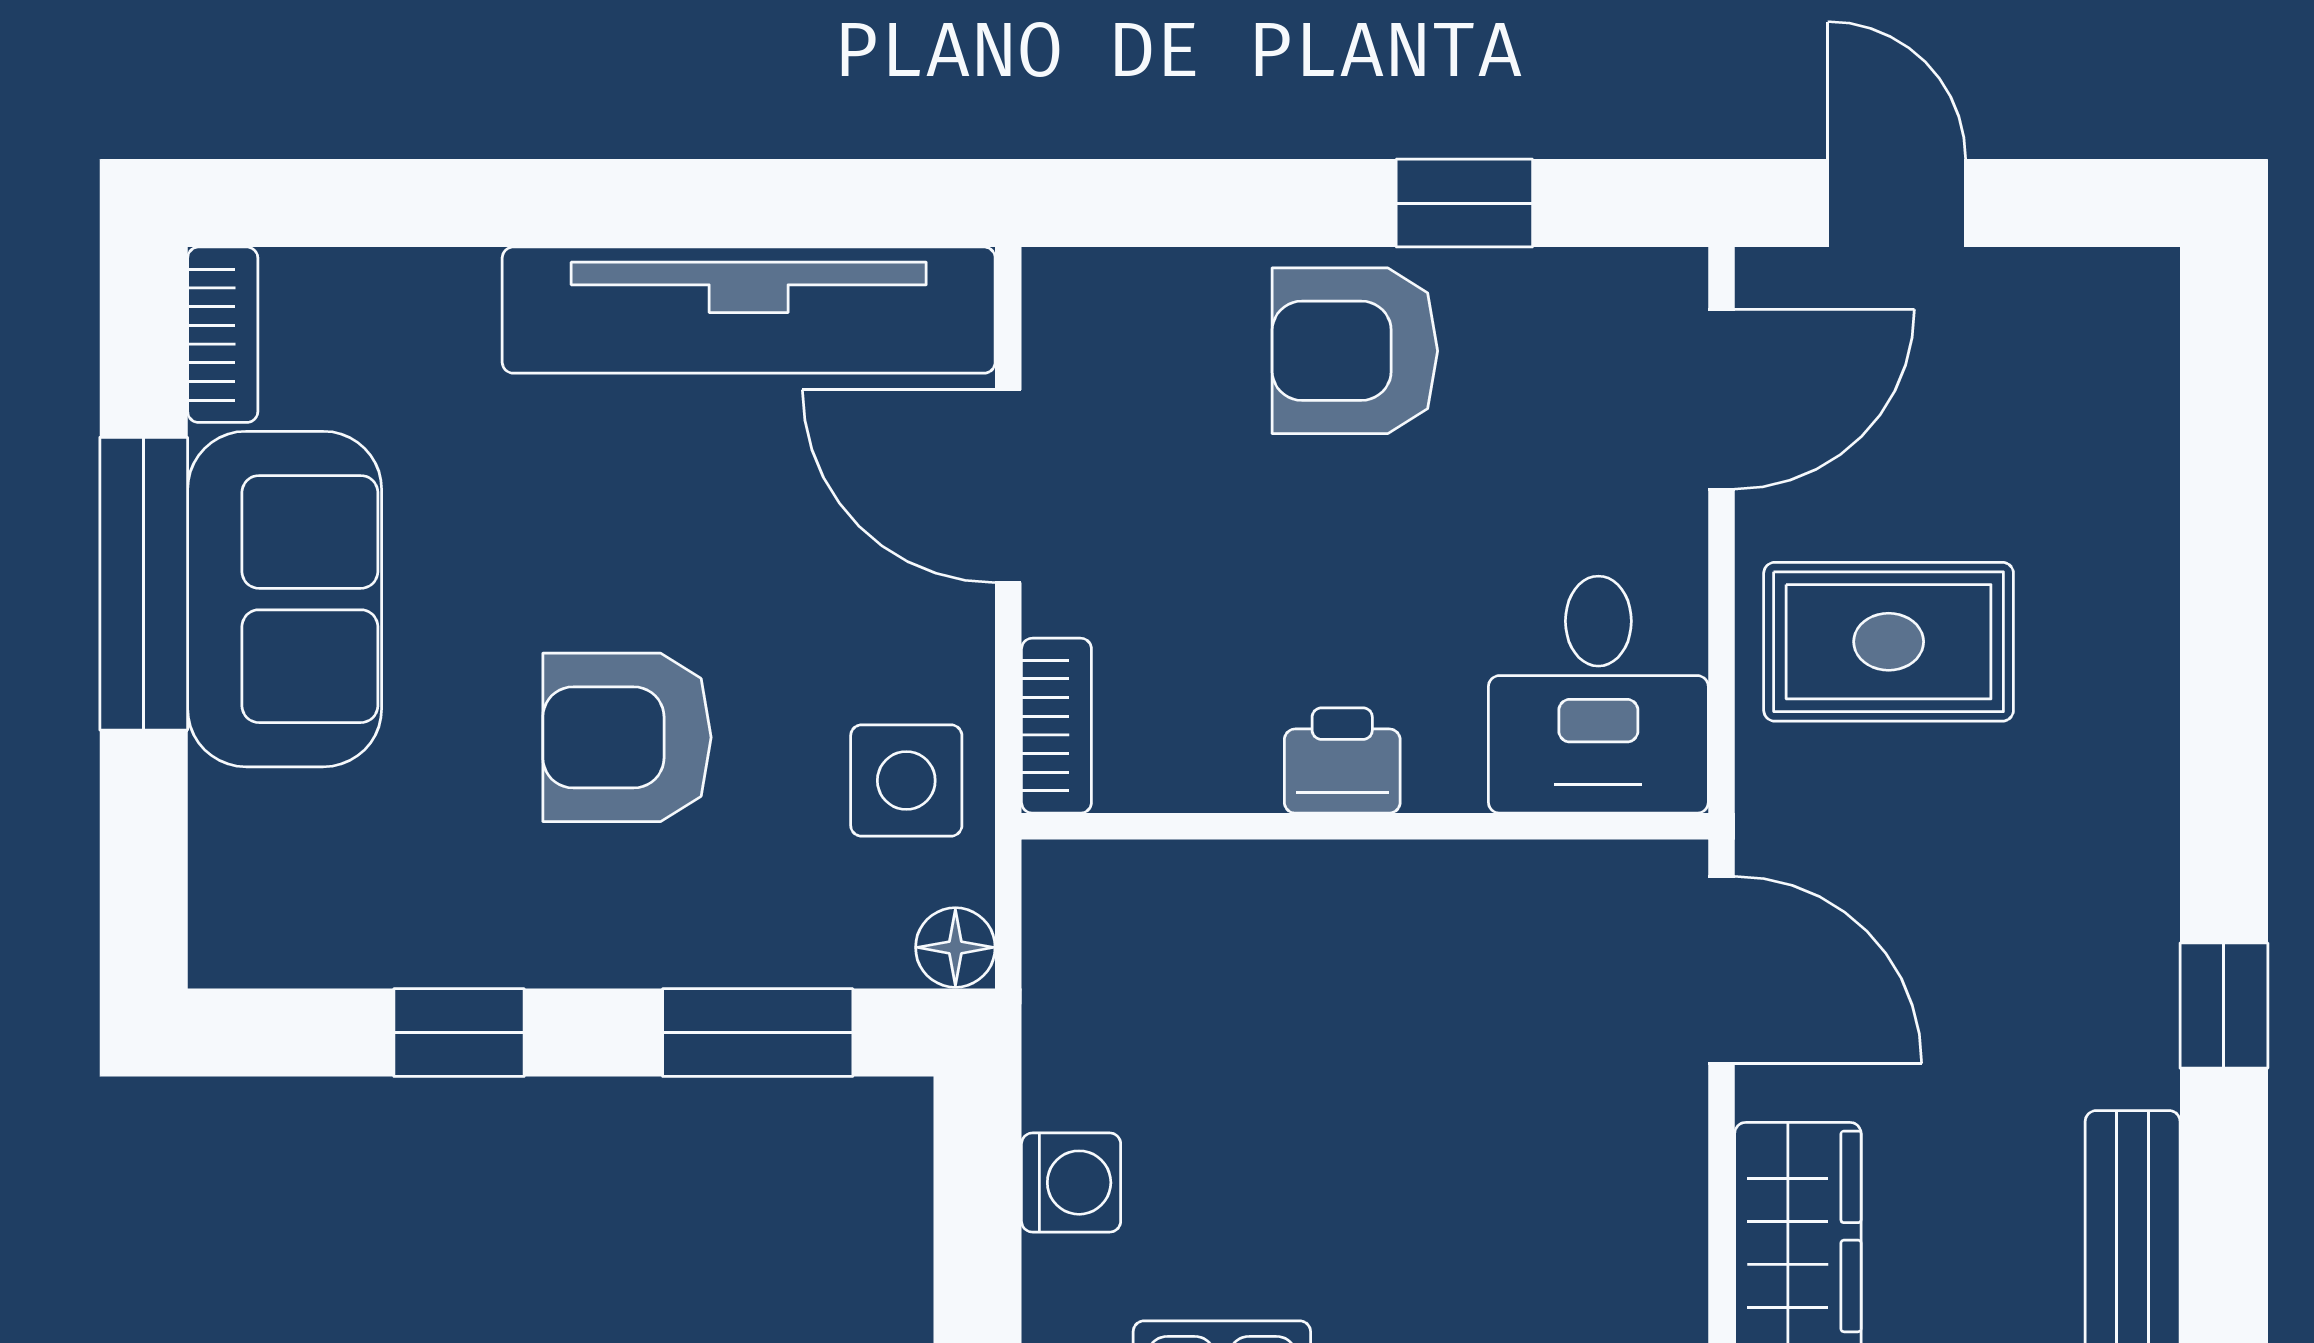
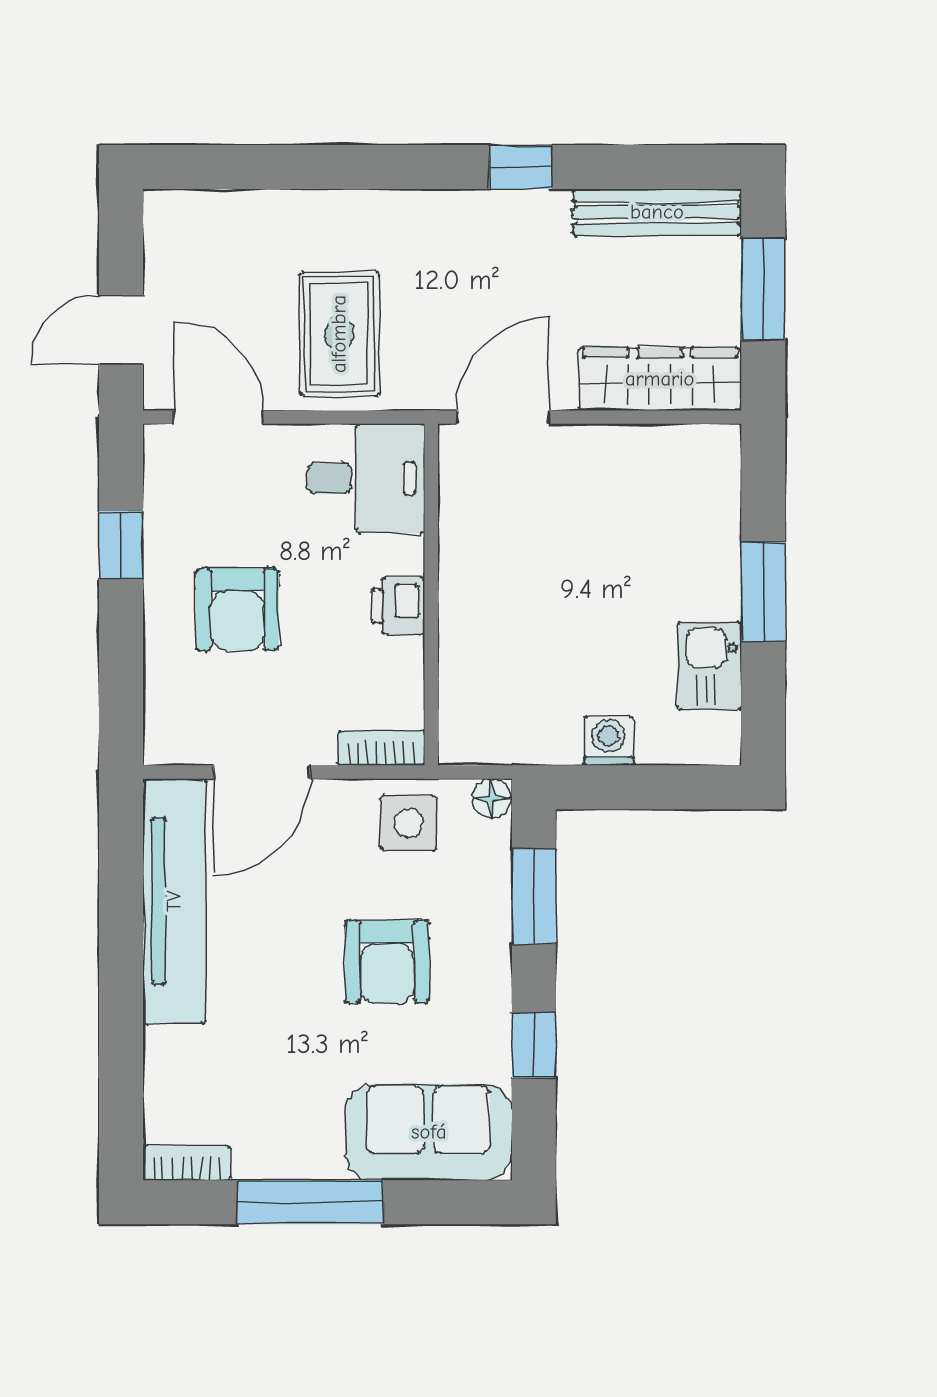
armchair: (1355, 351) -> (237, 609), moved
sofa: (285, 599) -> (429, 1132), moved

